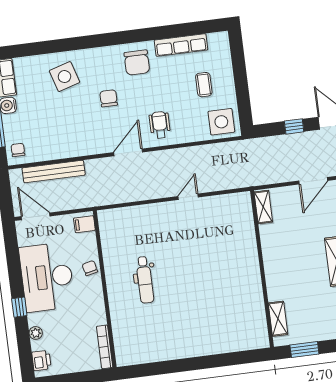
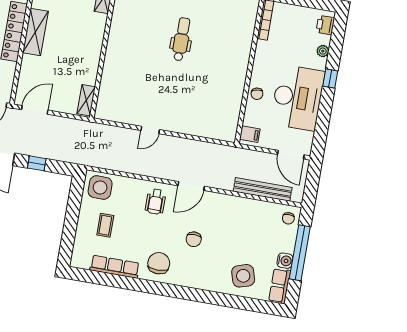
side table: (64, 77) -> (243, 276), moved
dental chair: (145, 280) -> (181, 39), moved

